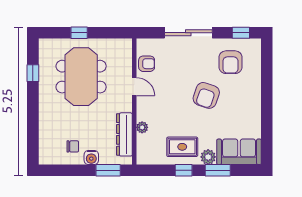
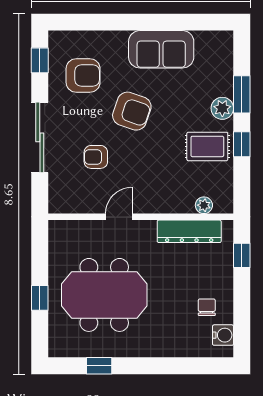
armchair: (147, 64) -> (96, 157), moved, turned -90
plant: (142, 127) -> (204, 205), moved
rug: (182, 147) -> (207, 146), turned 90
sofa: (239, 152) -> (161, 49), moved, turned -90
water cooler: (91, 157) -> (223, 335), moved
window: (108, 170) -> (242, 255), width x0.67

